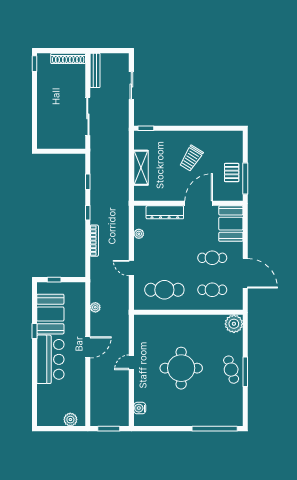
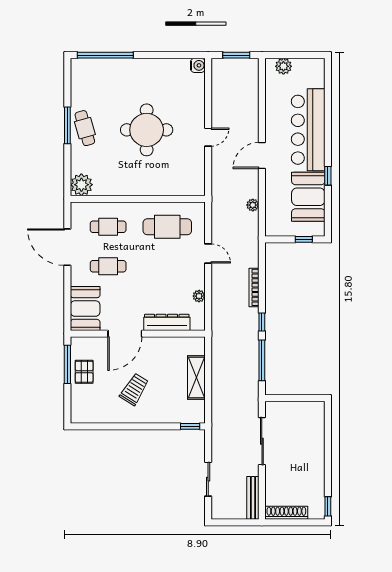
window: (88, 182) -> (262, 360), width x2.17
bar counter: (50, 359) -> (308, 130), width x1.36
water cooler: (140, 408) -> (198, 65), moved

